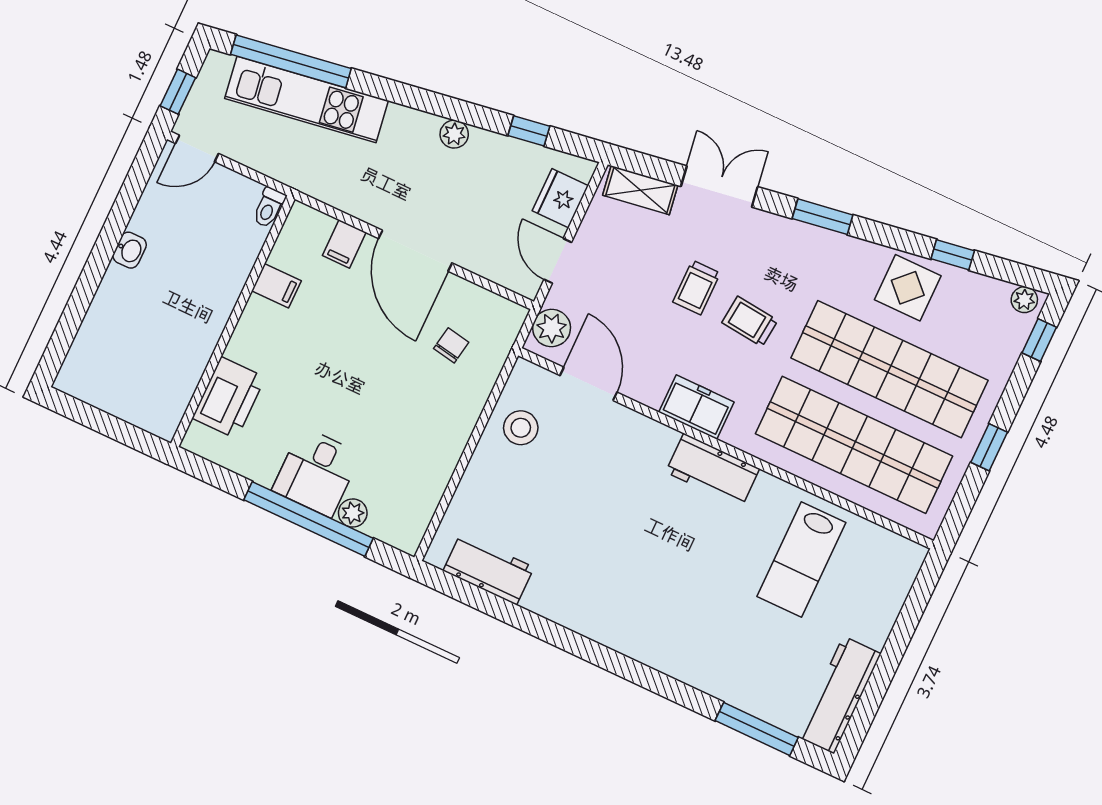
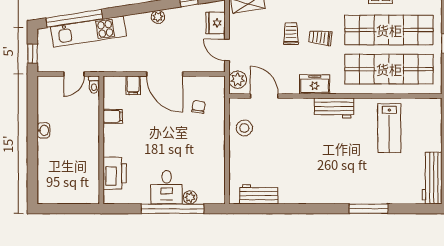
door: (197, 149) -> (74, 74), moved
trolley: (697, 288) -> (291, 34), turned 180
window: (757, 729) -> (369, 209), moved

